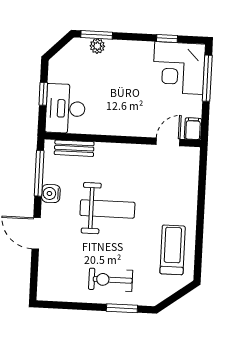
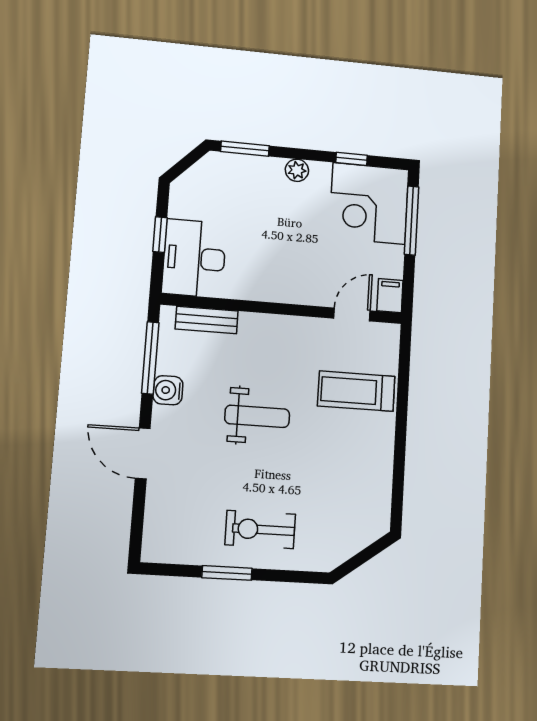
plant: (97, 46) -> (297, 170), moved
weight bench: (107, 209) -> (257, 416), width x0.73, depth x0.75
treadmill: (173, 250) -> (356, 391), moved, turned -90
window: (122, 308) -> (227, 573), moved

